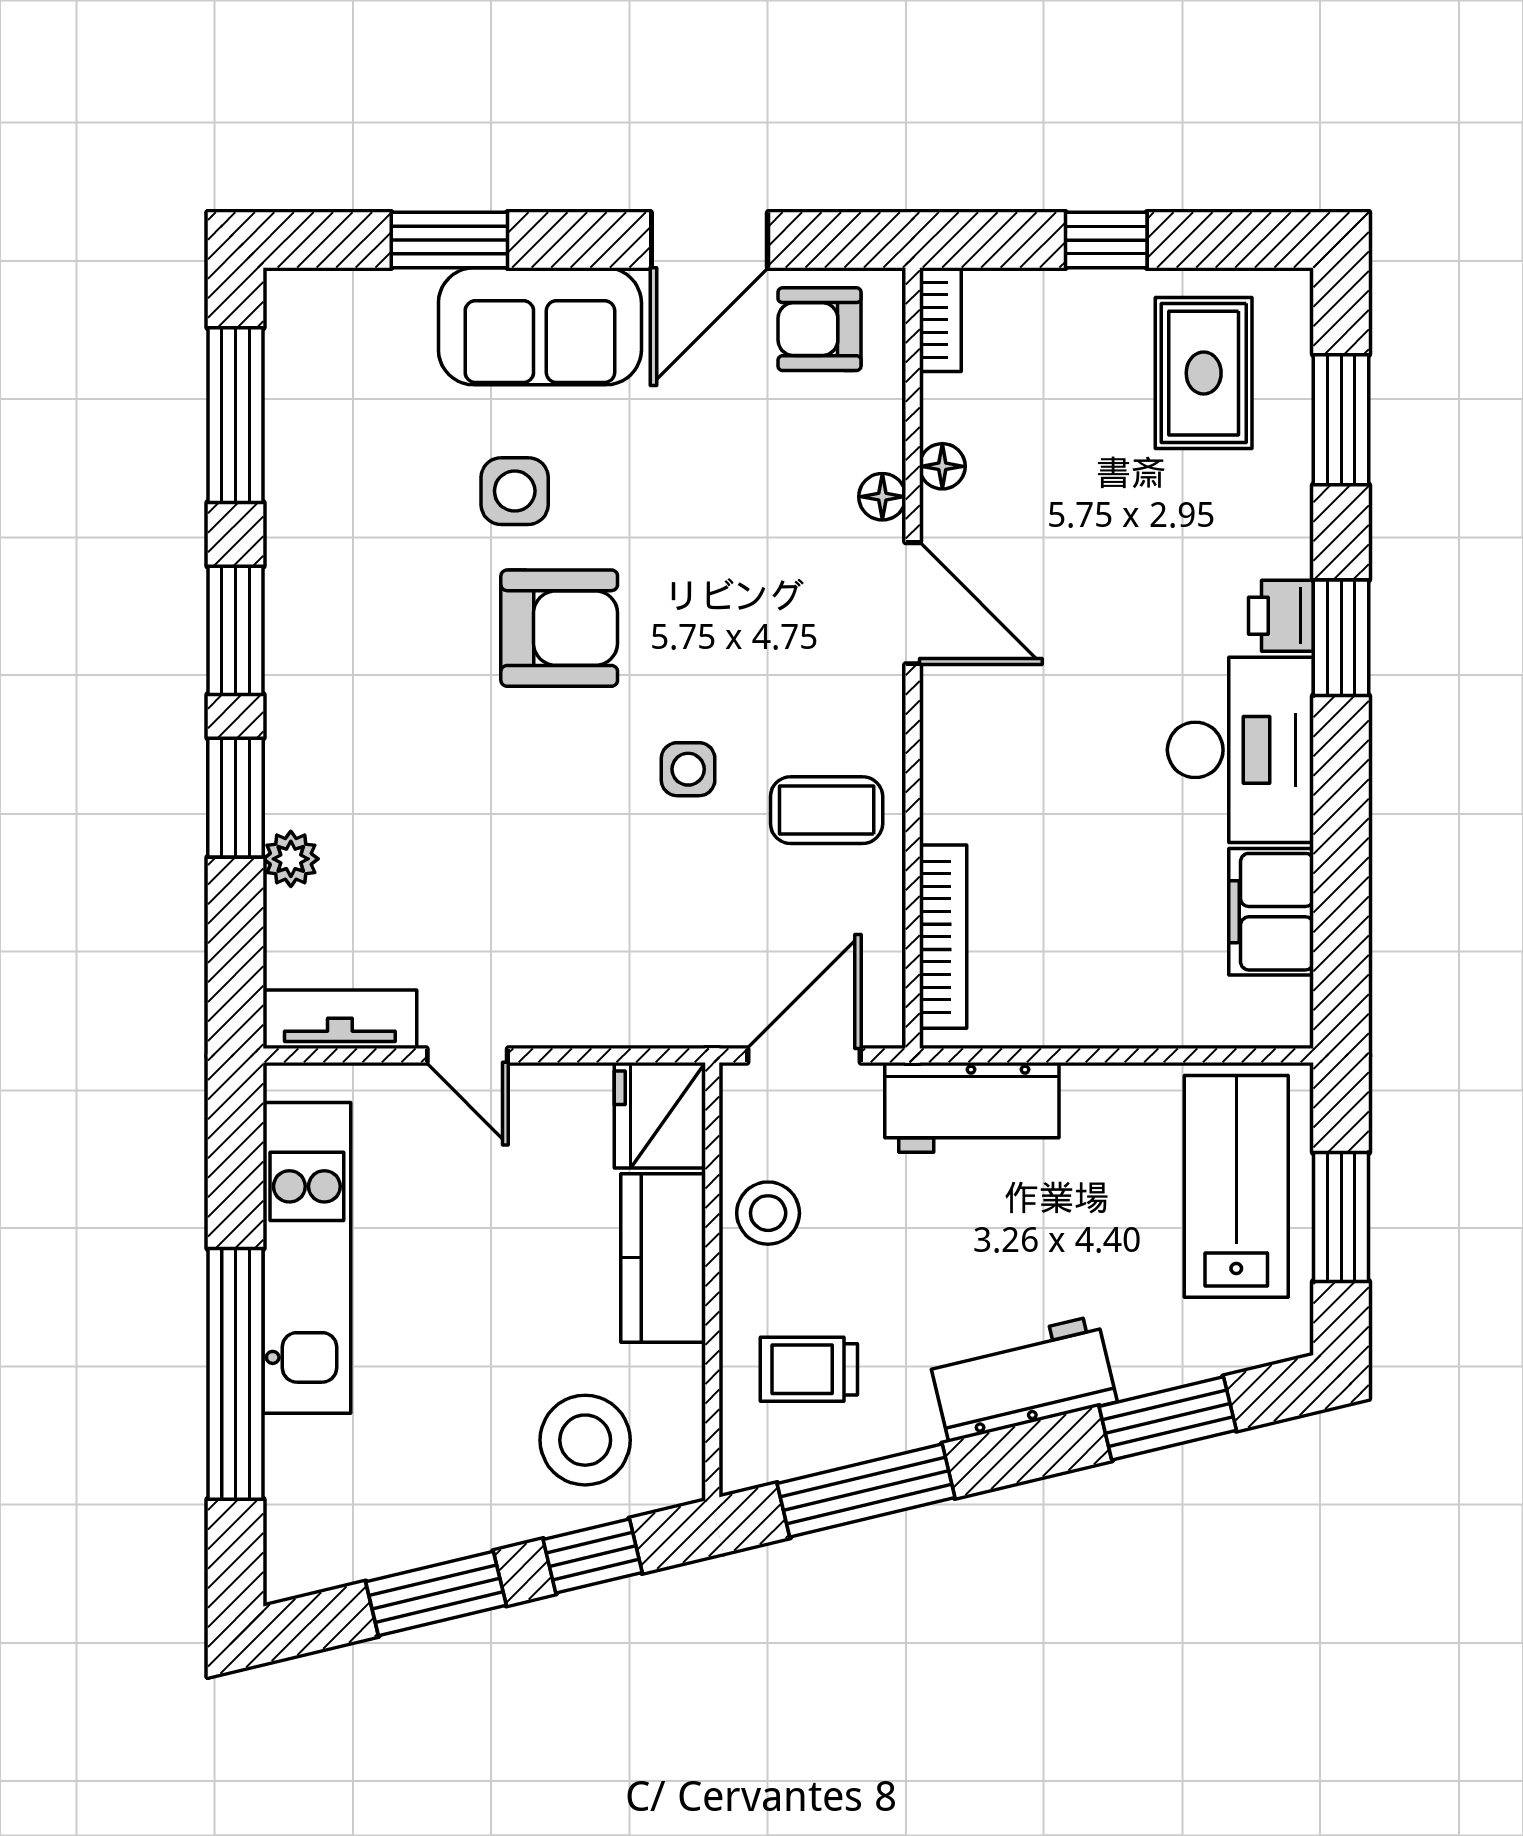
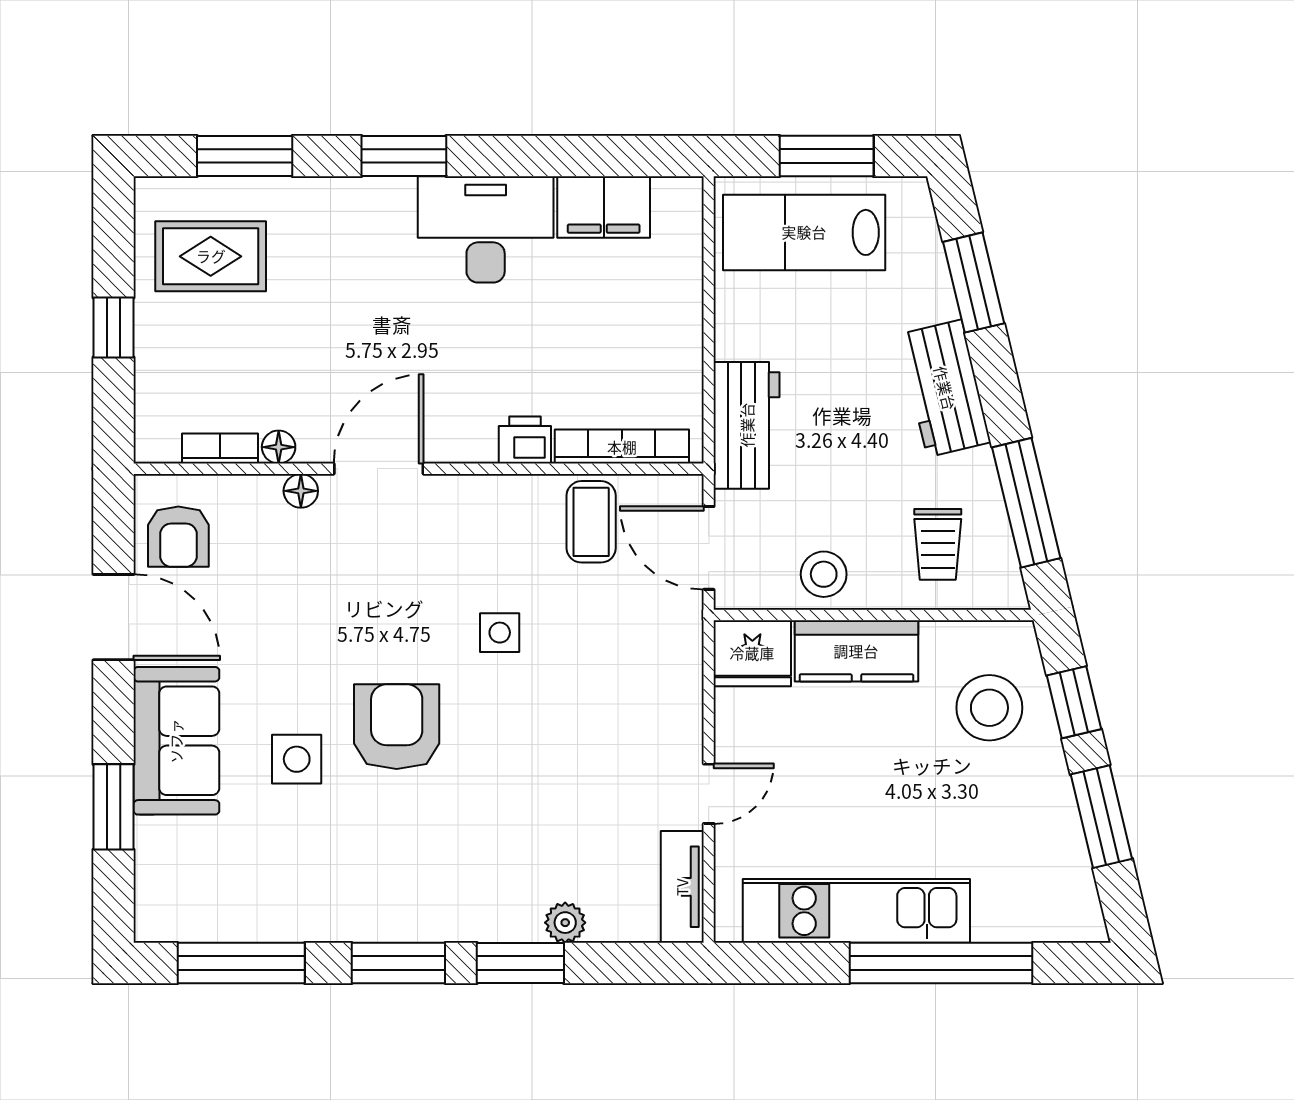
bookcase: (940, 320) -> (220, 448), moved
printer: (1281, 616) -> (525, 440), moved, turned 180
coffee table: (827, 810) -> (591, 522), moved

